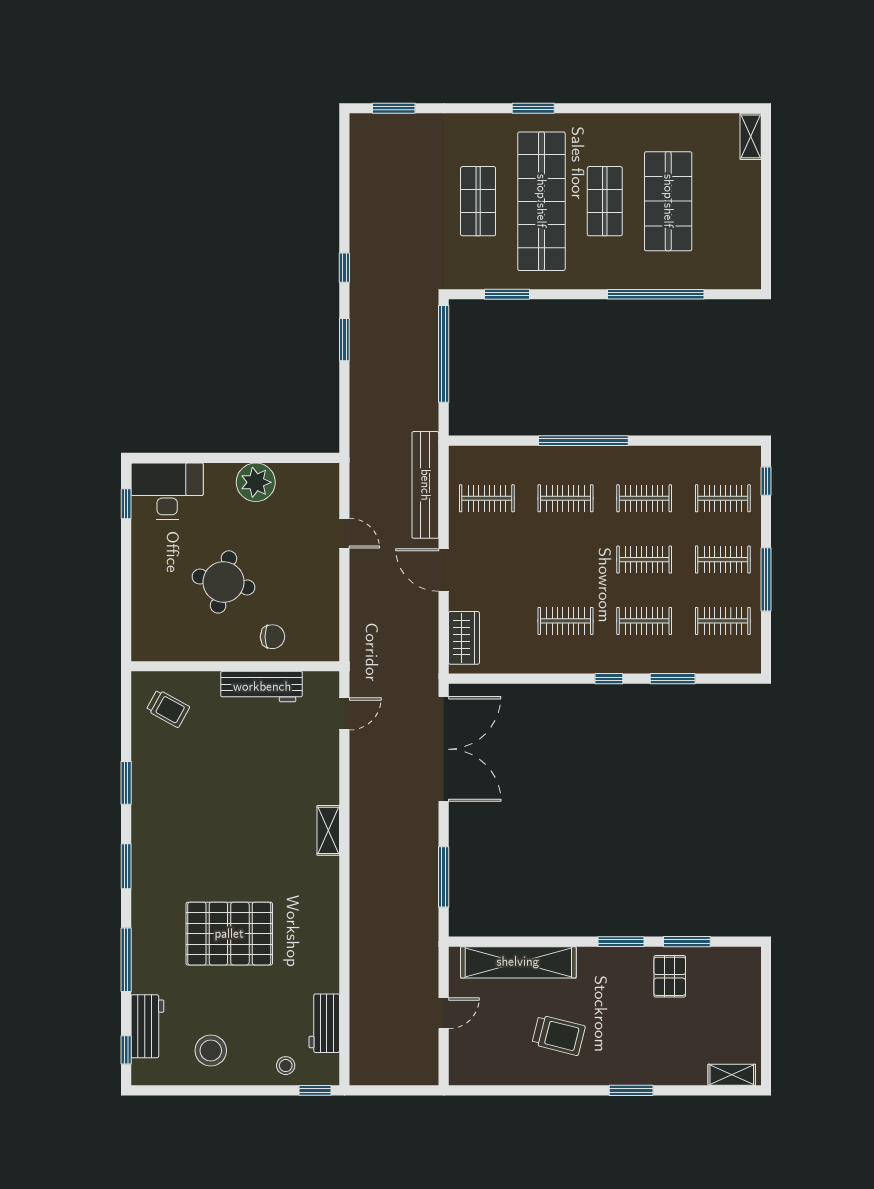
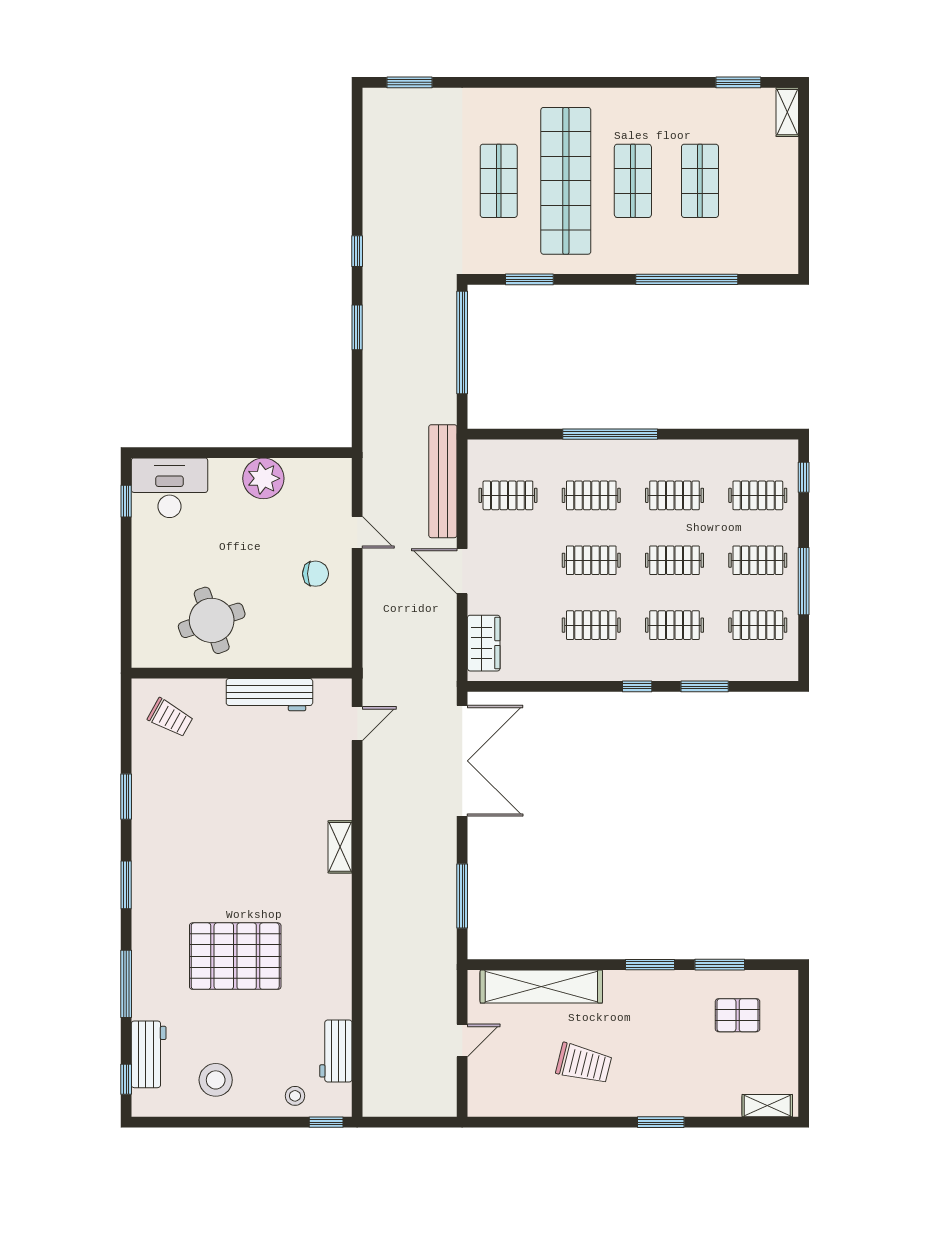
window: (533, 108) -> (738, 82), moved
shop shelf: (668, 201) -> (700, 181), width x0.70, depth x0.74
clothes rail: (565, 560) -> (591, 560), added
round table: (223, 582) -> (212, 620), moved, turned -32
chair: (272, 637) -> (315, 574), moved
pallet: (670, 976) -> (738, 1015), moved, turned 90

